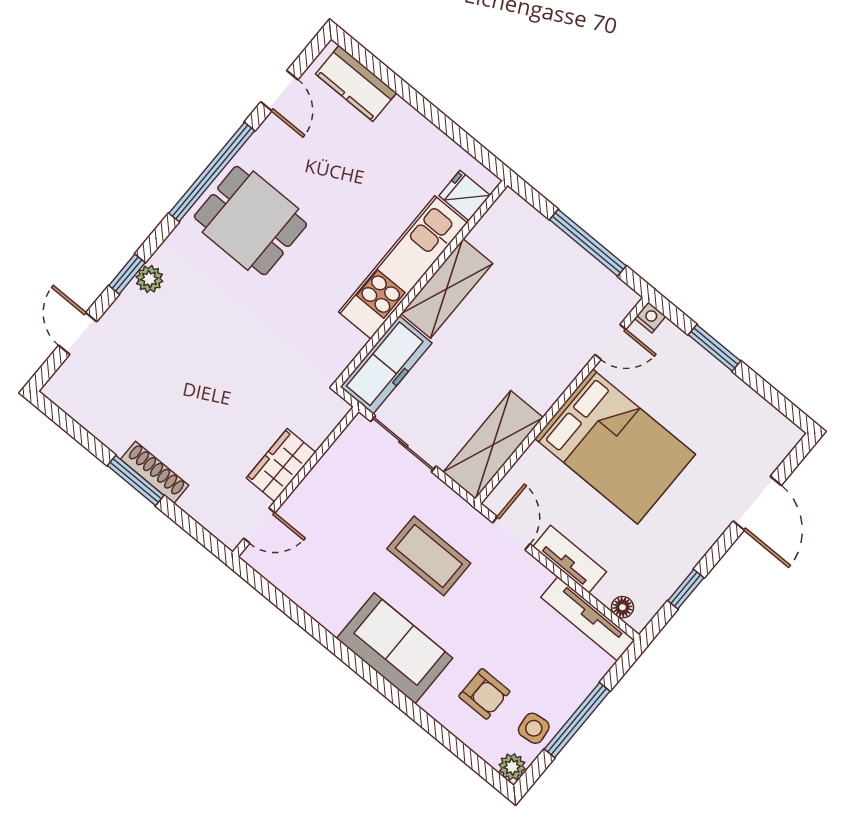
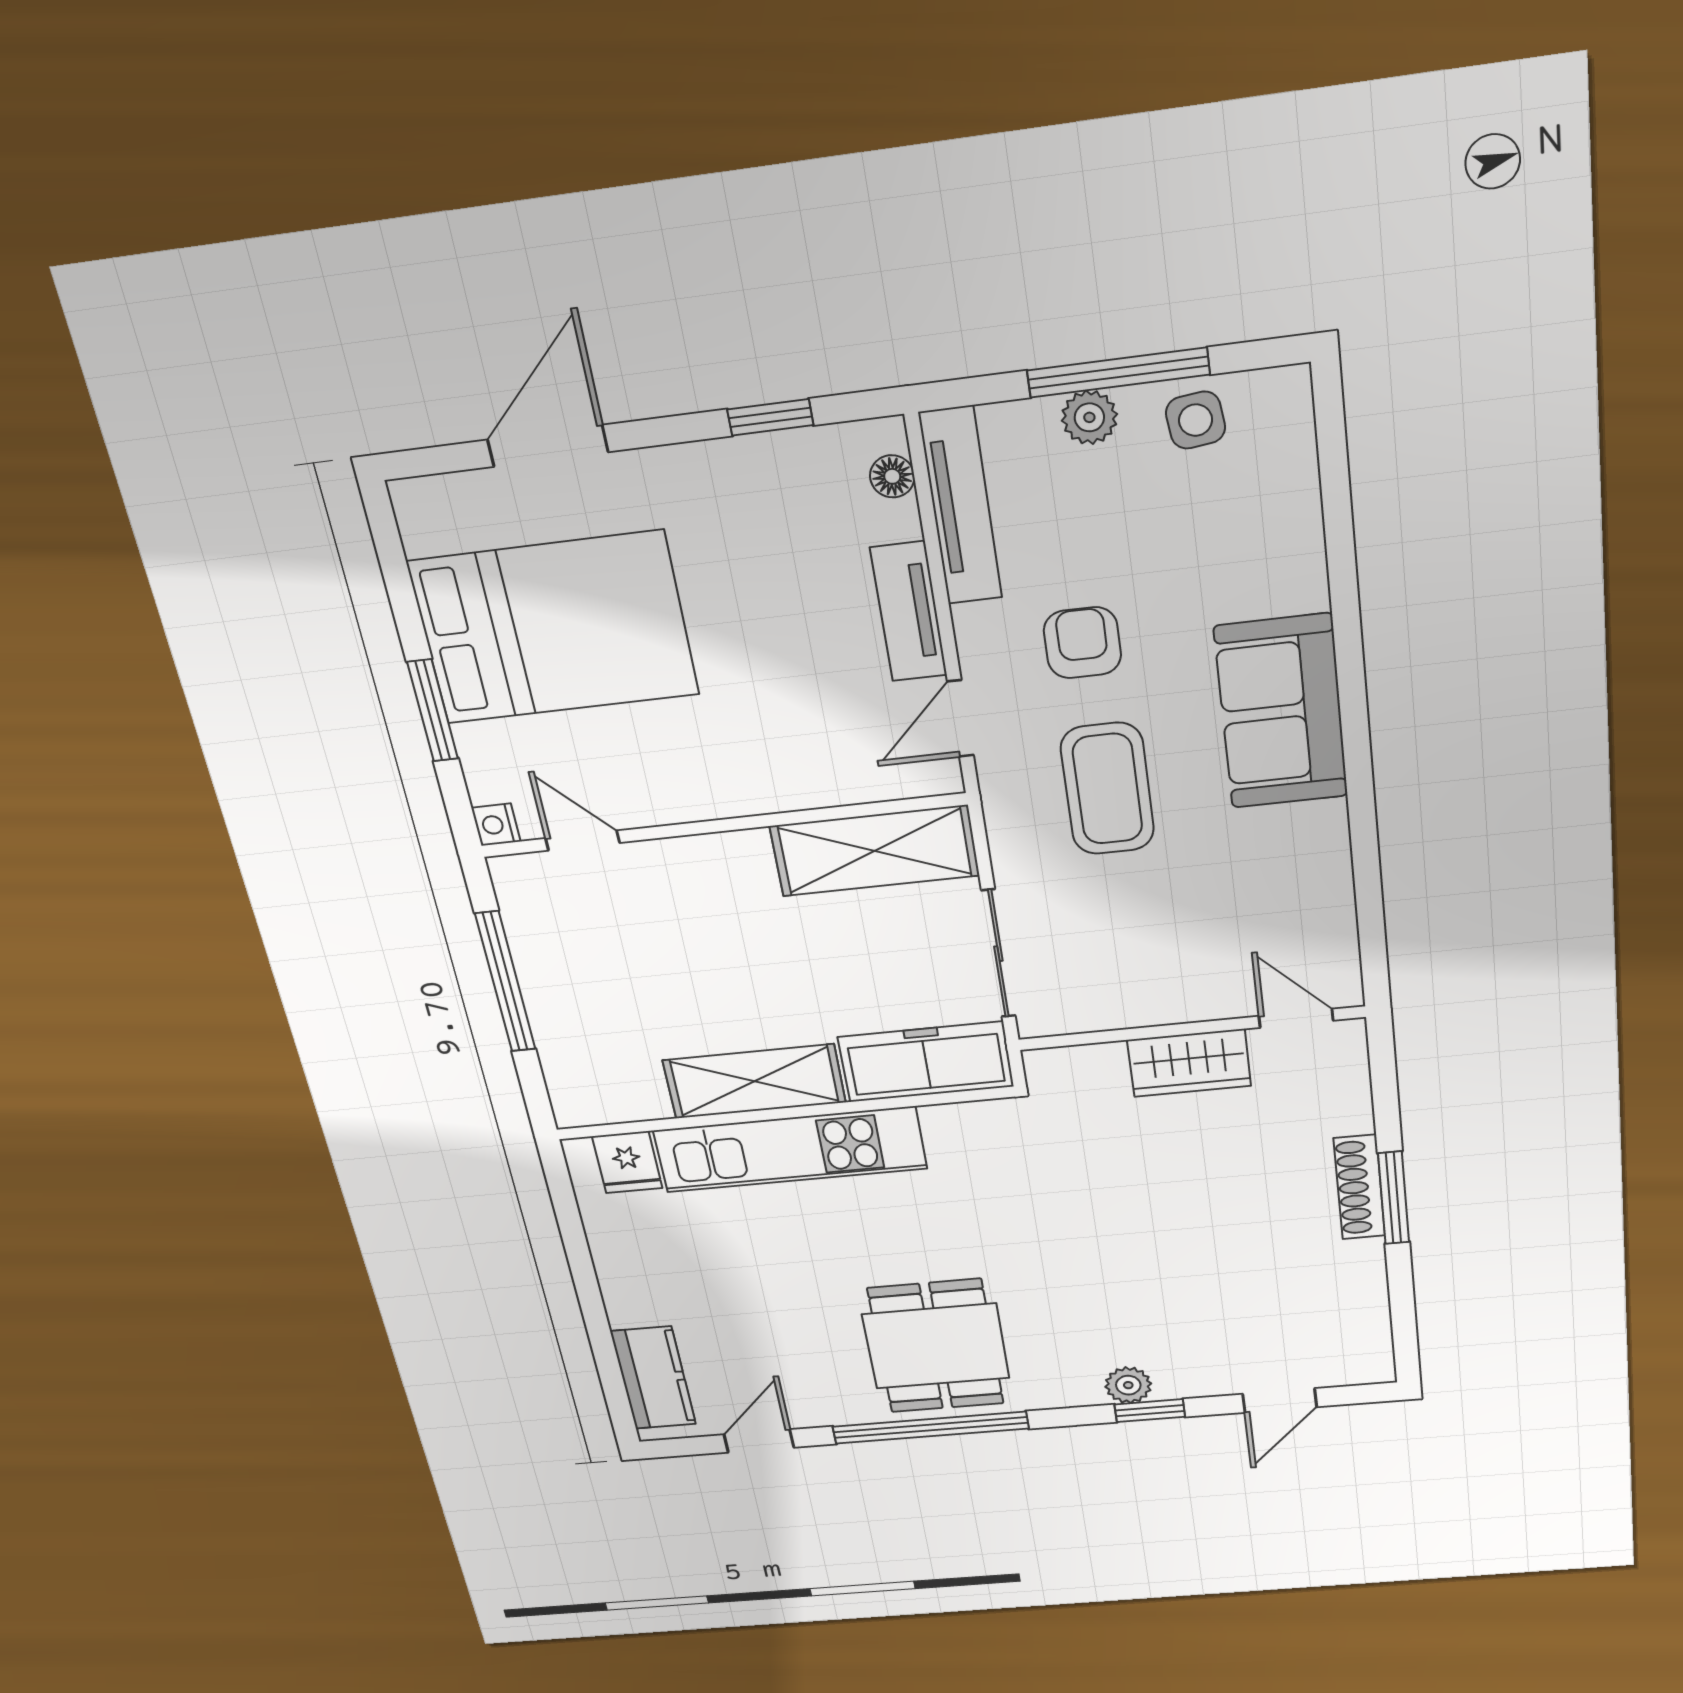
bed: (615, 446) -> (554, 628), moved, turned 90
armchair: (484, 694) -> (1082, 643), moved
plant: (512, 767) -> (1089, 417), moved

